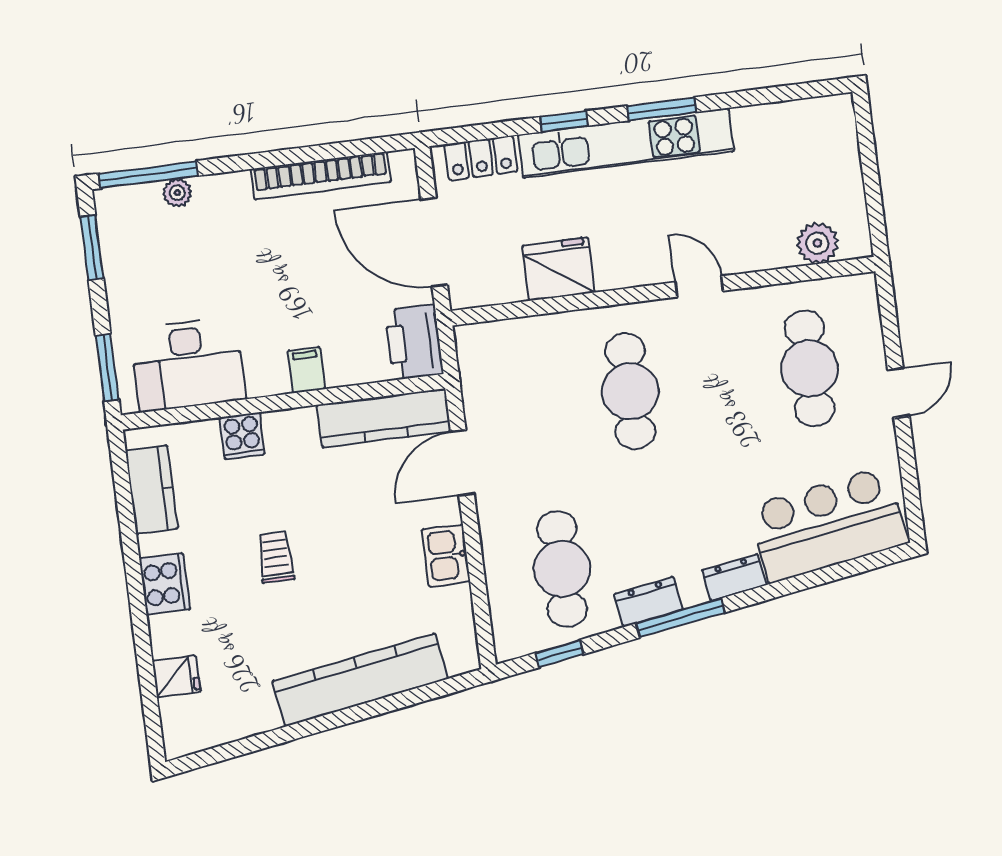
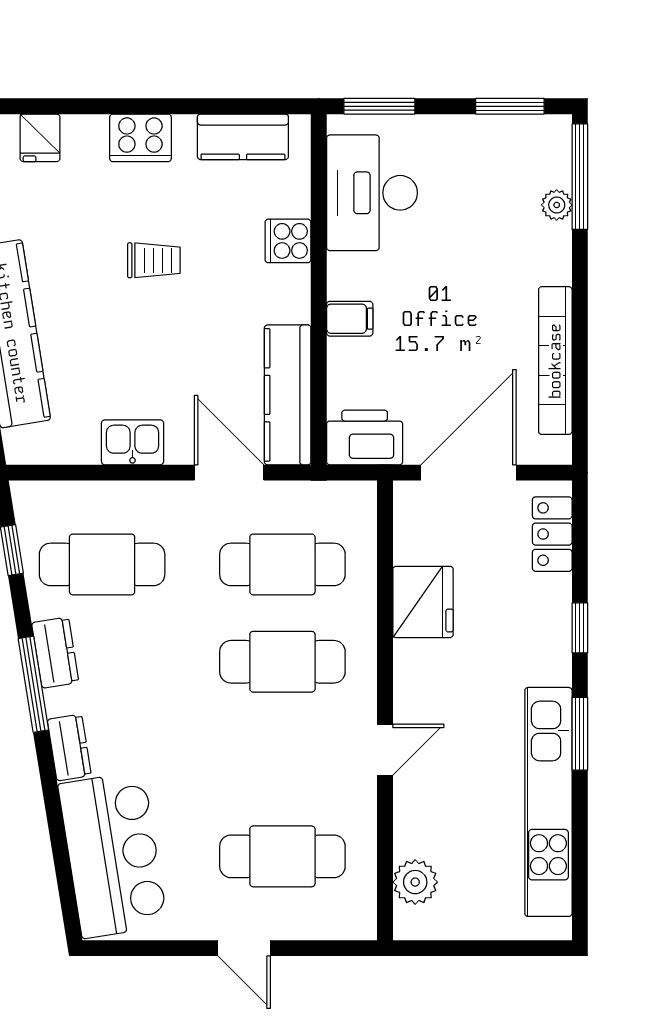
kitchen unit: (626, 143) -> (548, 802), moved
cafe table: (541, 403) -> (282, 564), added

